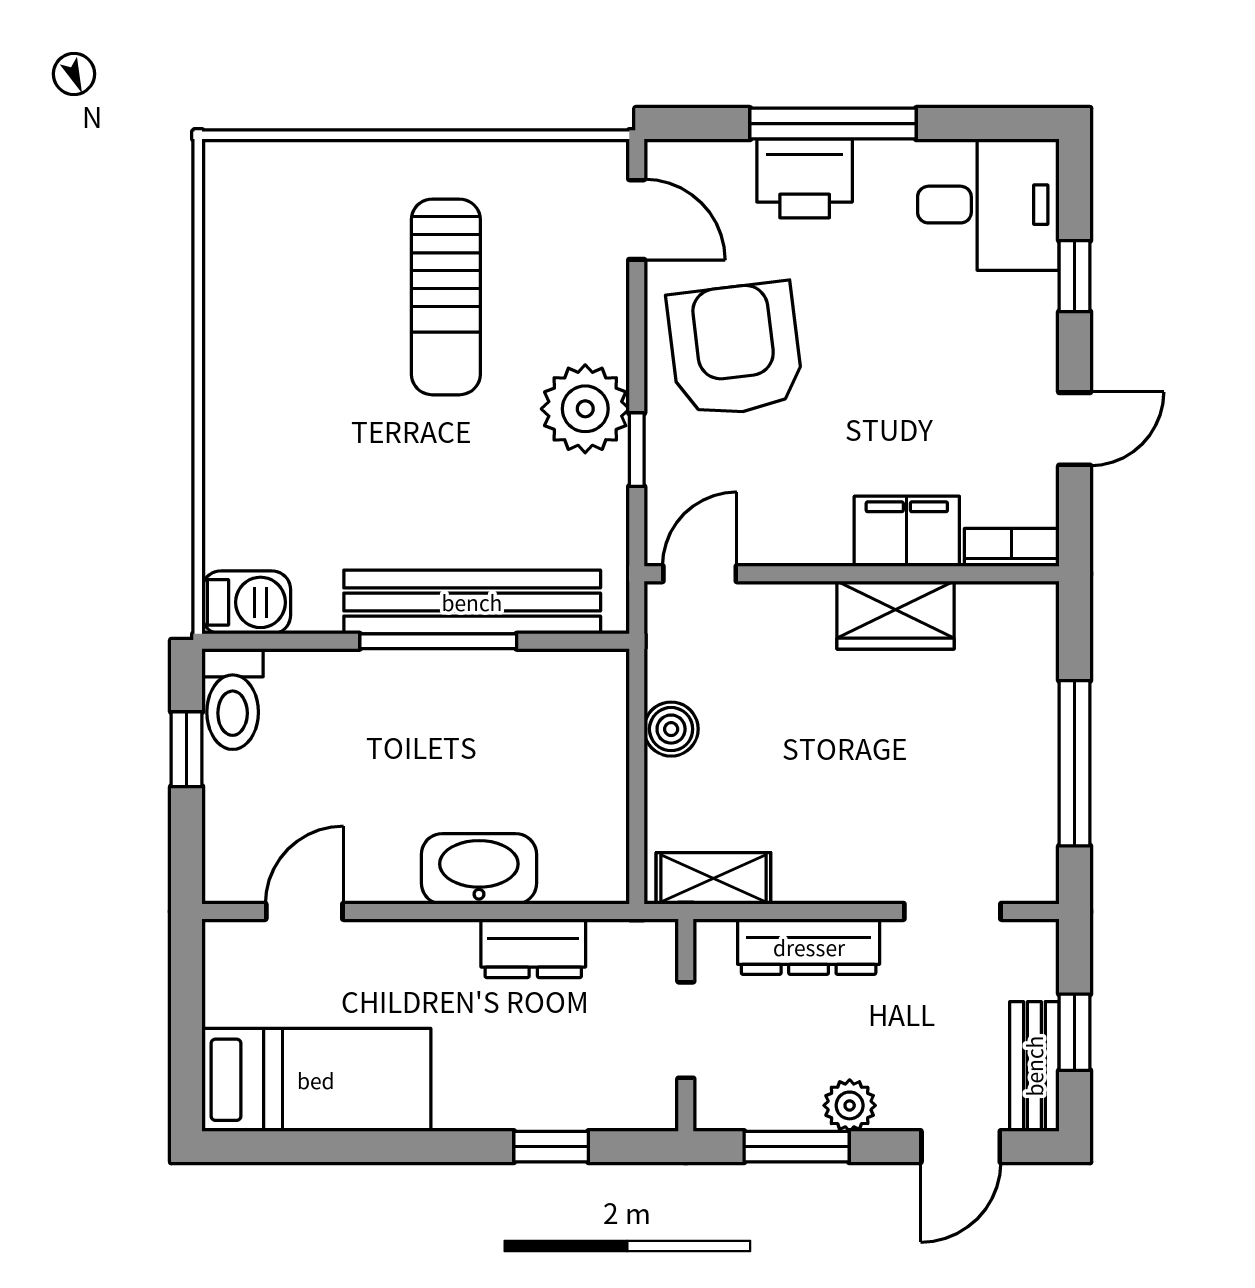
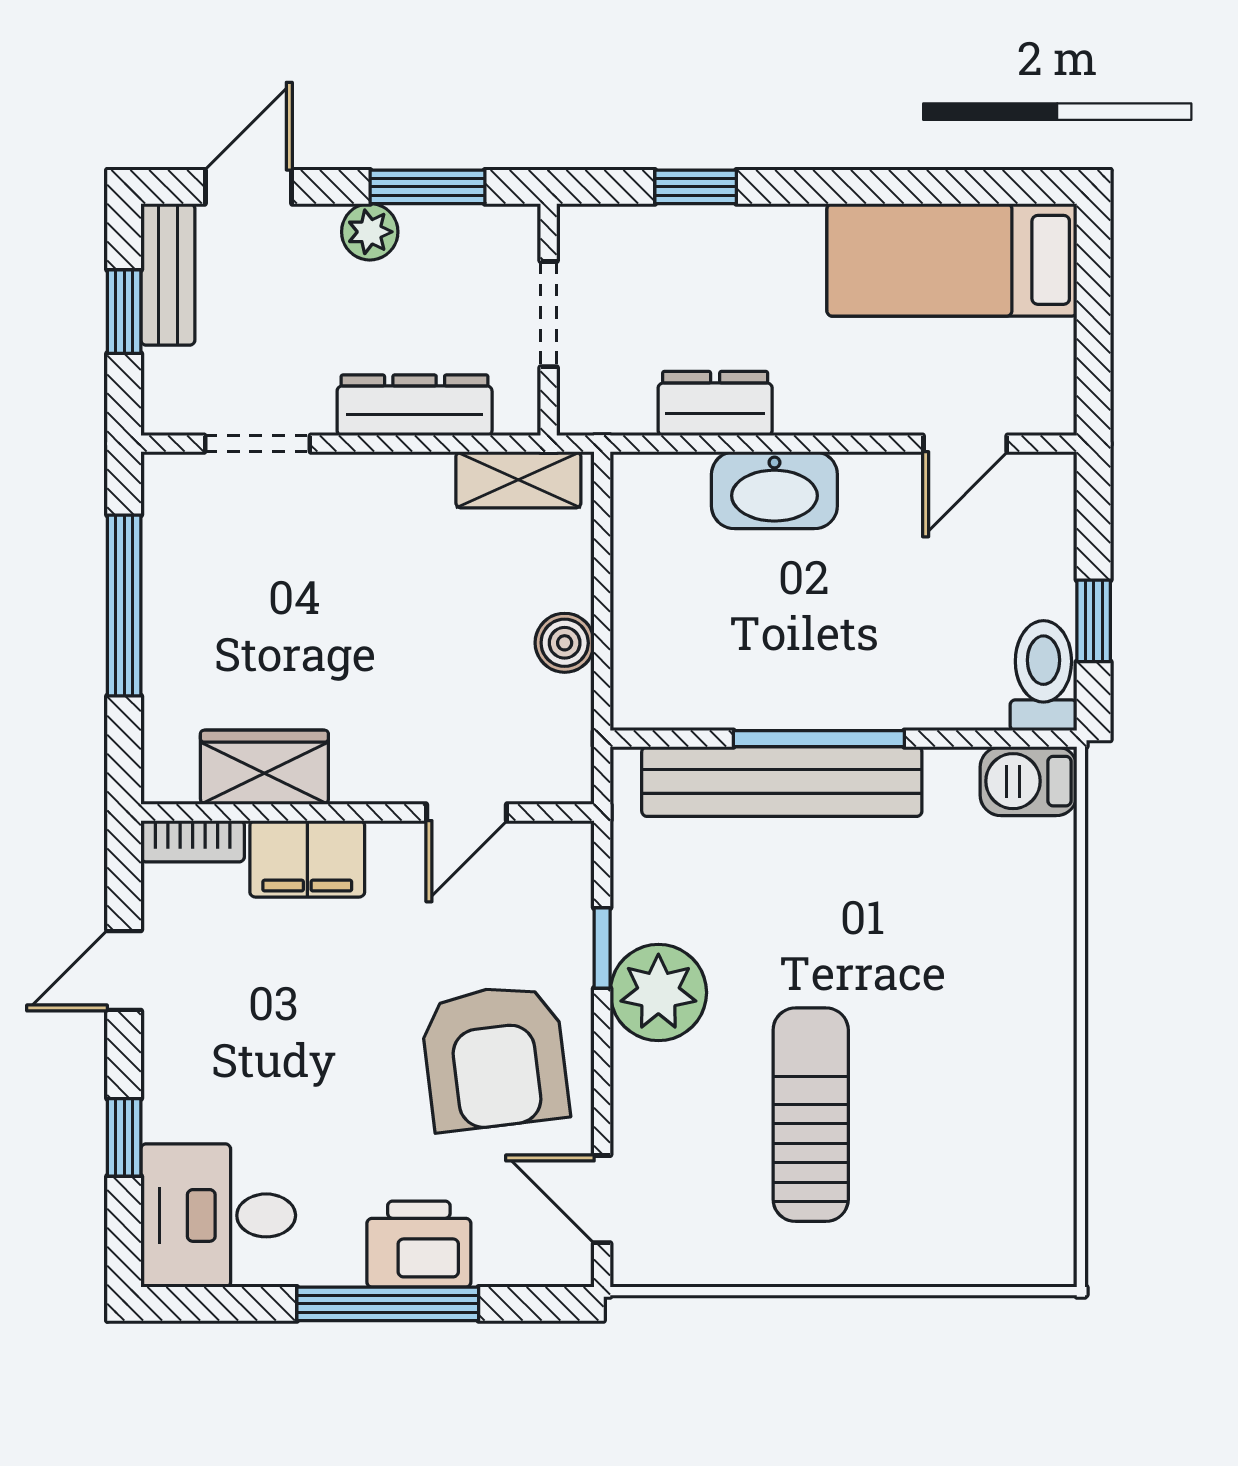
door: (700, 574) -> (467, 812), moved
wardrobe: (896, 615) -> (264, 767), moved

